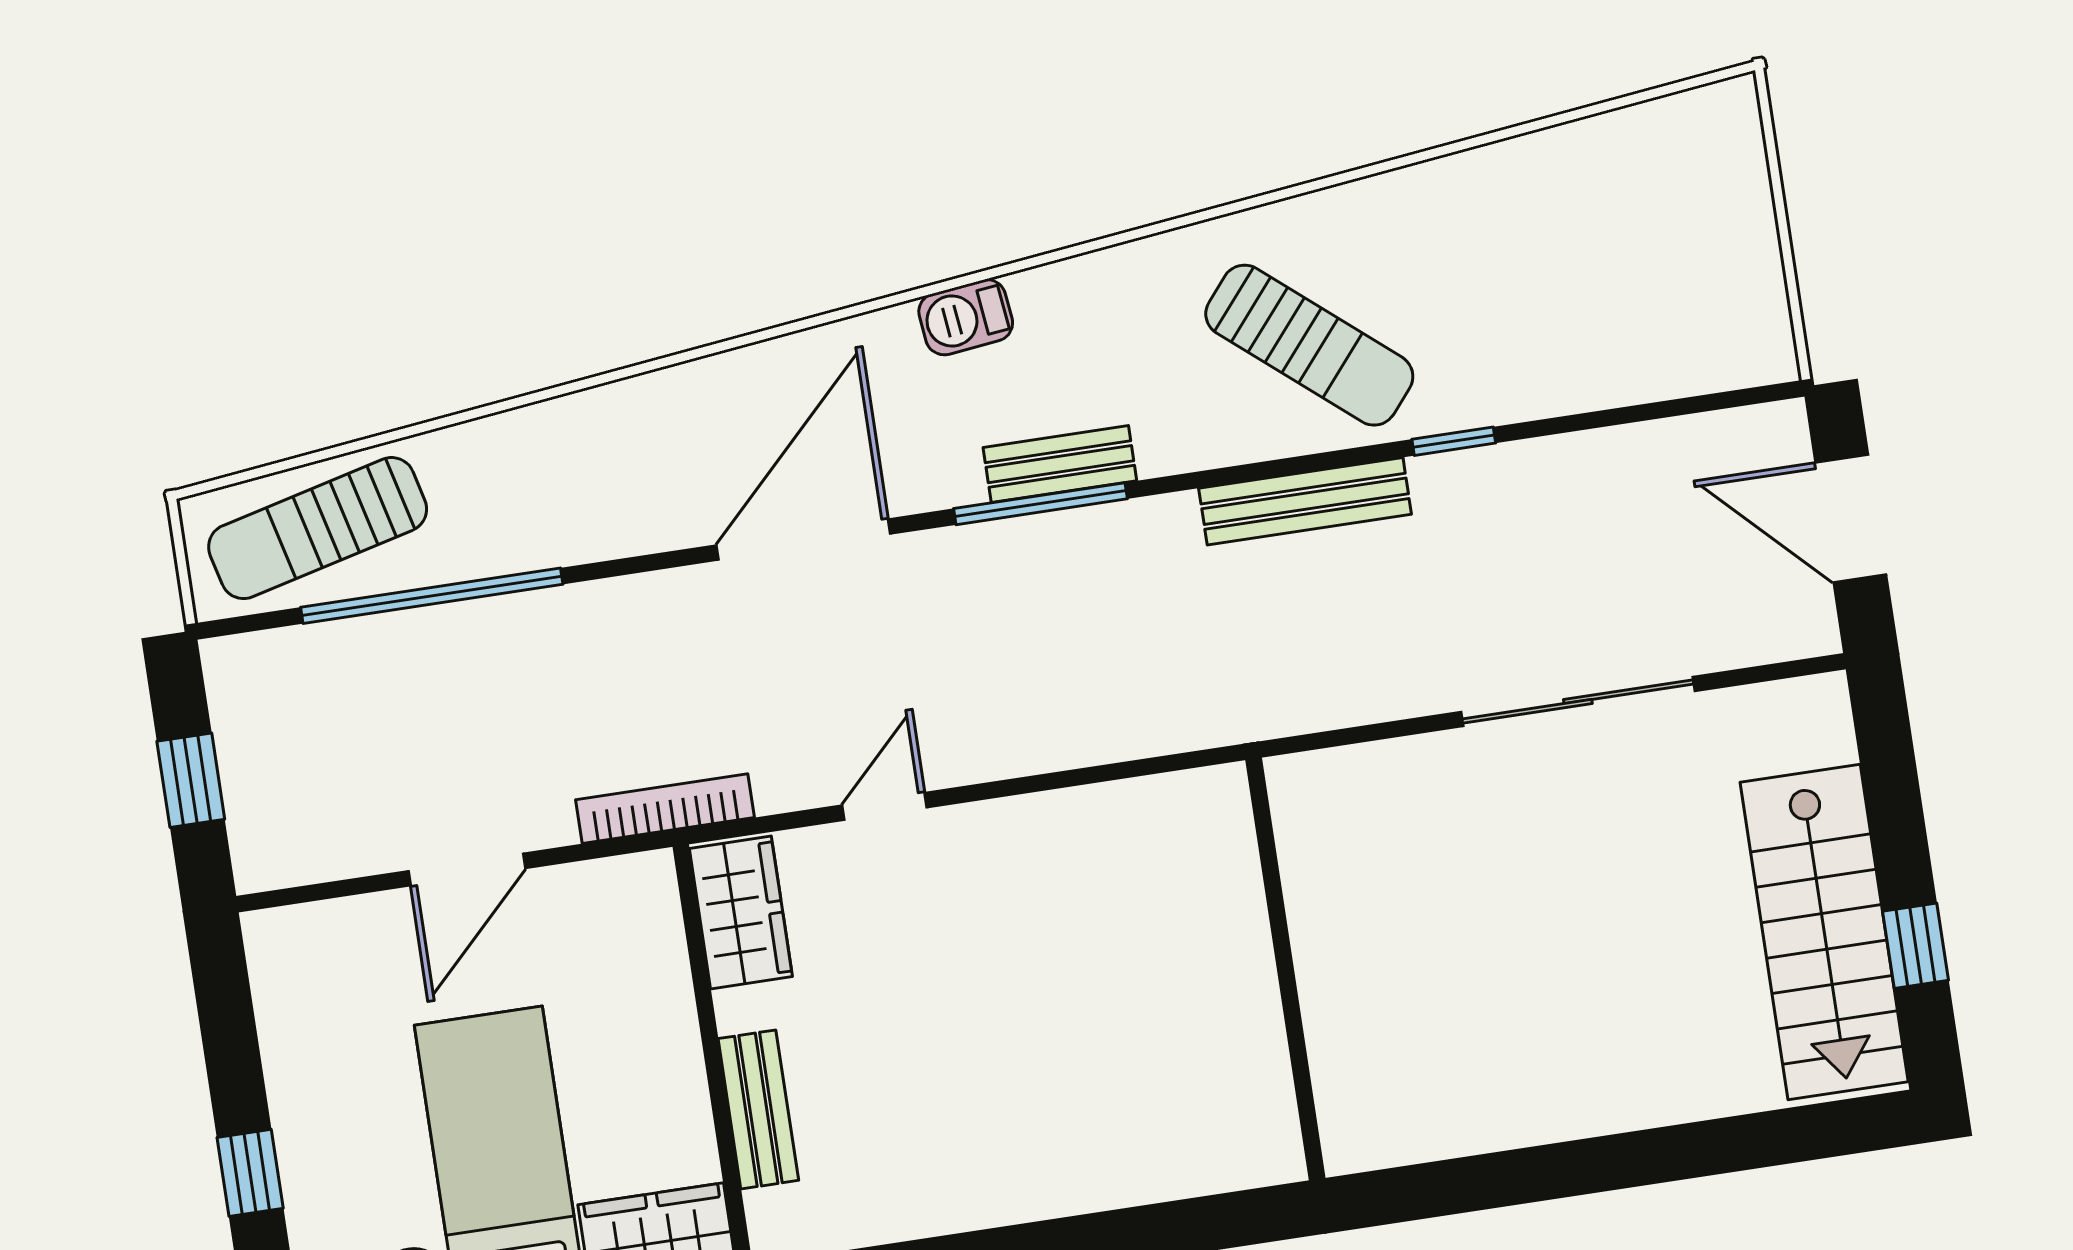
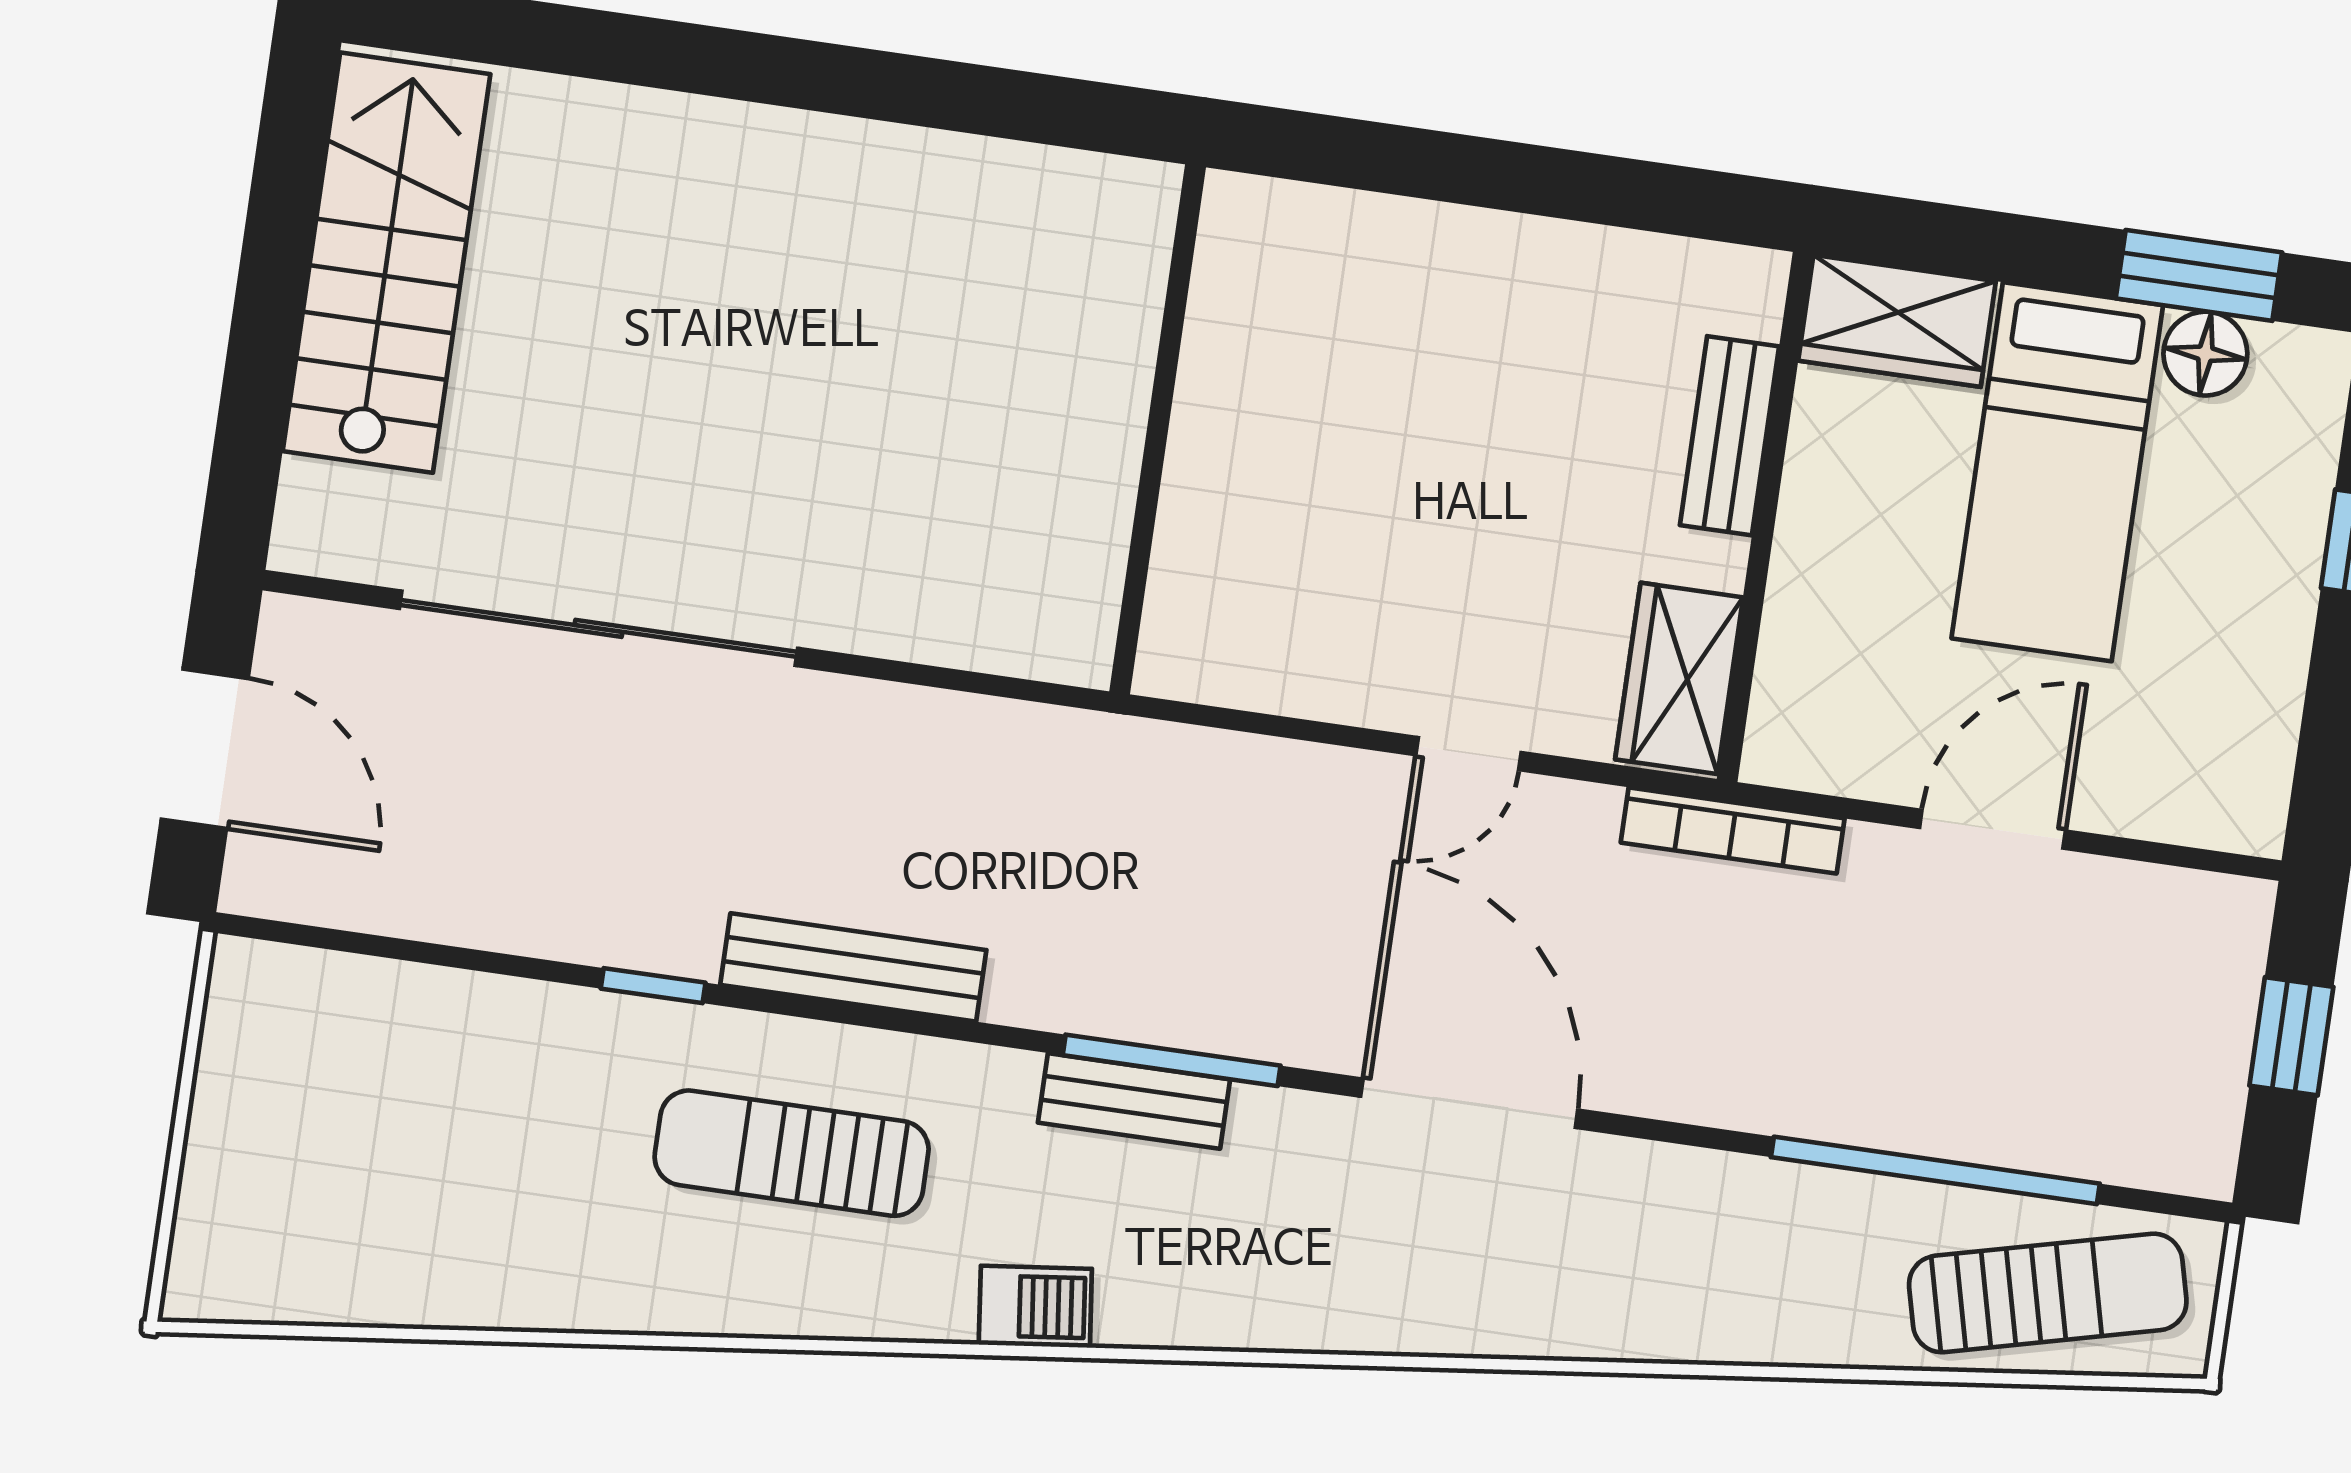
barbecue: (966, 317) -> (1035, 1307), moved
sun lounger: (1309, 345) -> (792, 1153), turned -40
door: (803, 540) -> (1469, 1103), swing flipped
sliding door: (1578, 702) -> (599, 628), width x1.36
window: (1915, 946) -> (282, 213), removed
wall: (1285, 969) -> (1158, 429), moved

